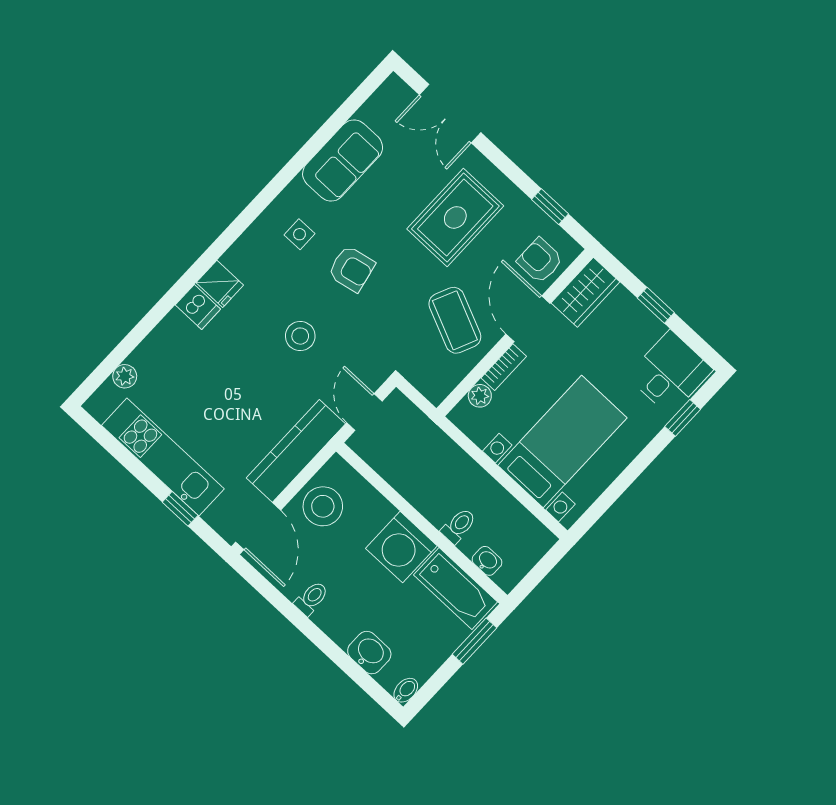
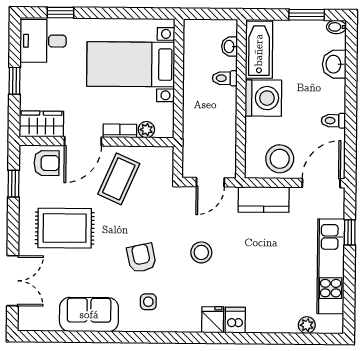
armchair: (540, 260) -> (47, 163), turned -90
kitchen counter: (296, 451) -> (264, 200), width x0.67
window: (475, 641) -> (307, 15), moved

